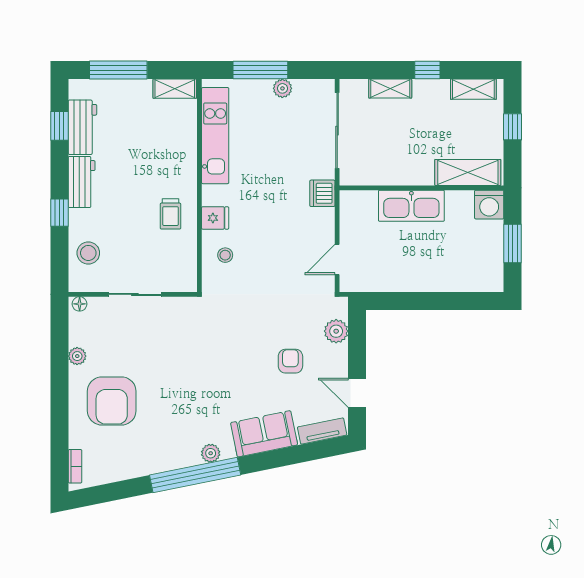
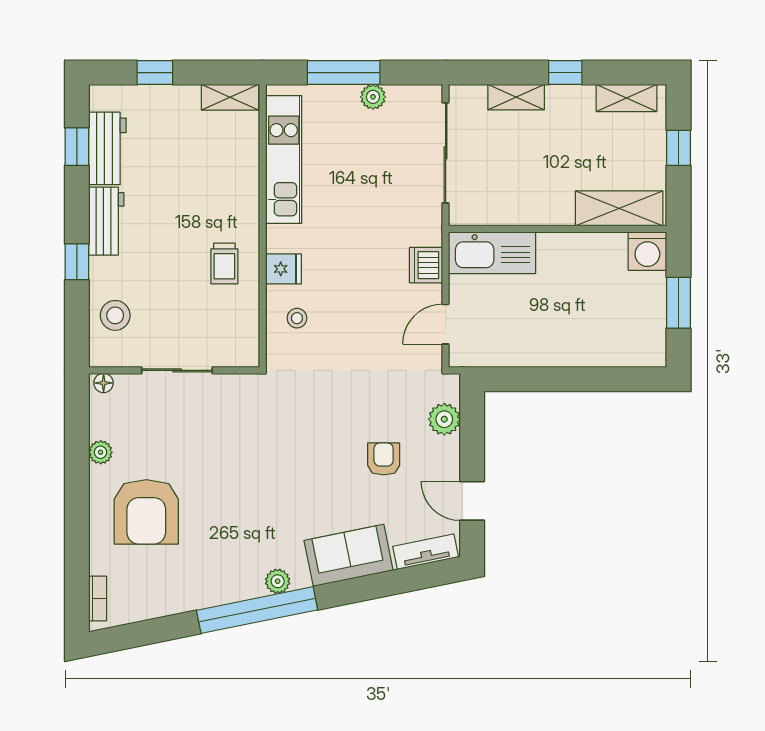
window: (118, 70) -> (155, 73), width x0.46
dishwasher: (322, 193) -> (426, 265), moved
kitchen sink: (411, 206) -> (492, 253), moved

